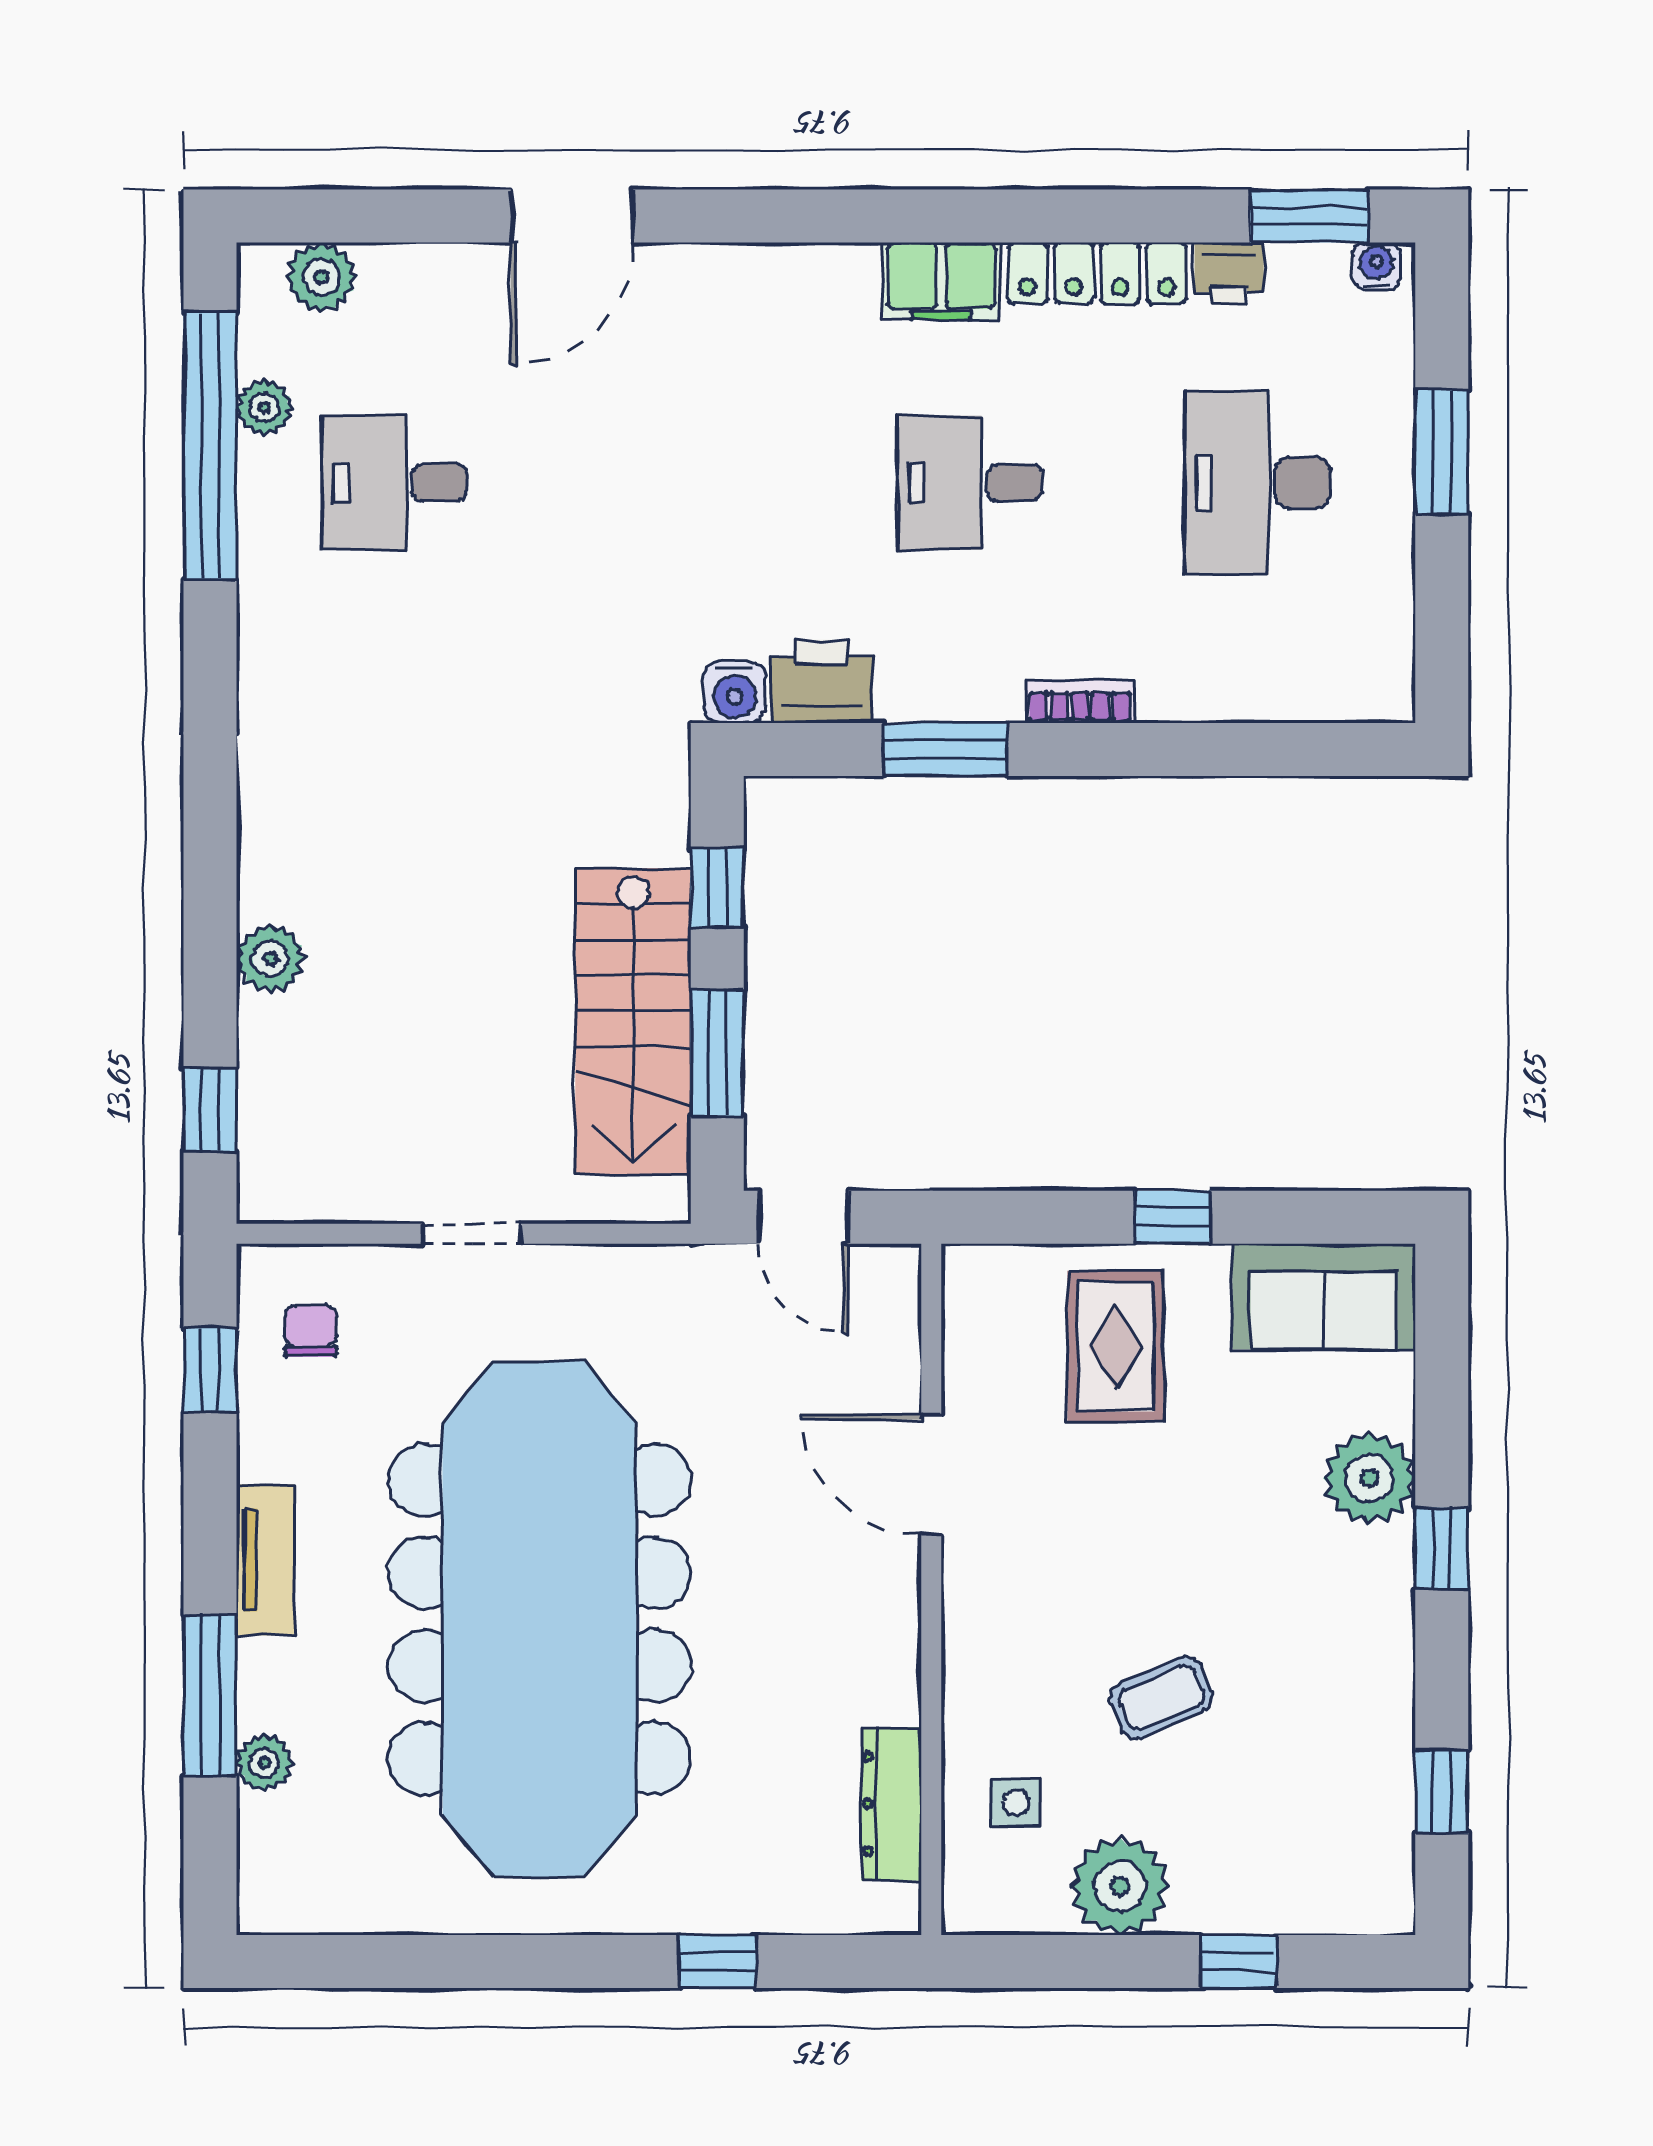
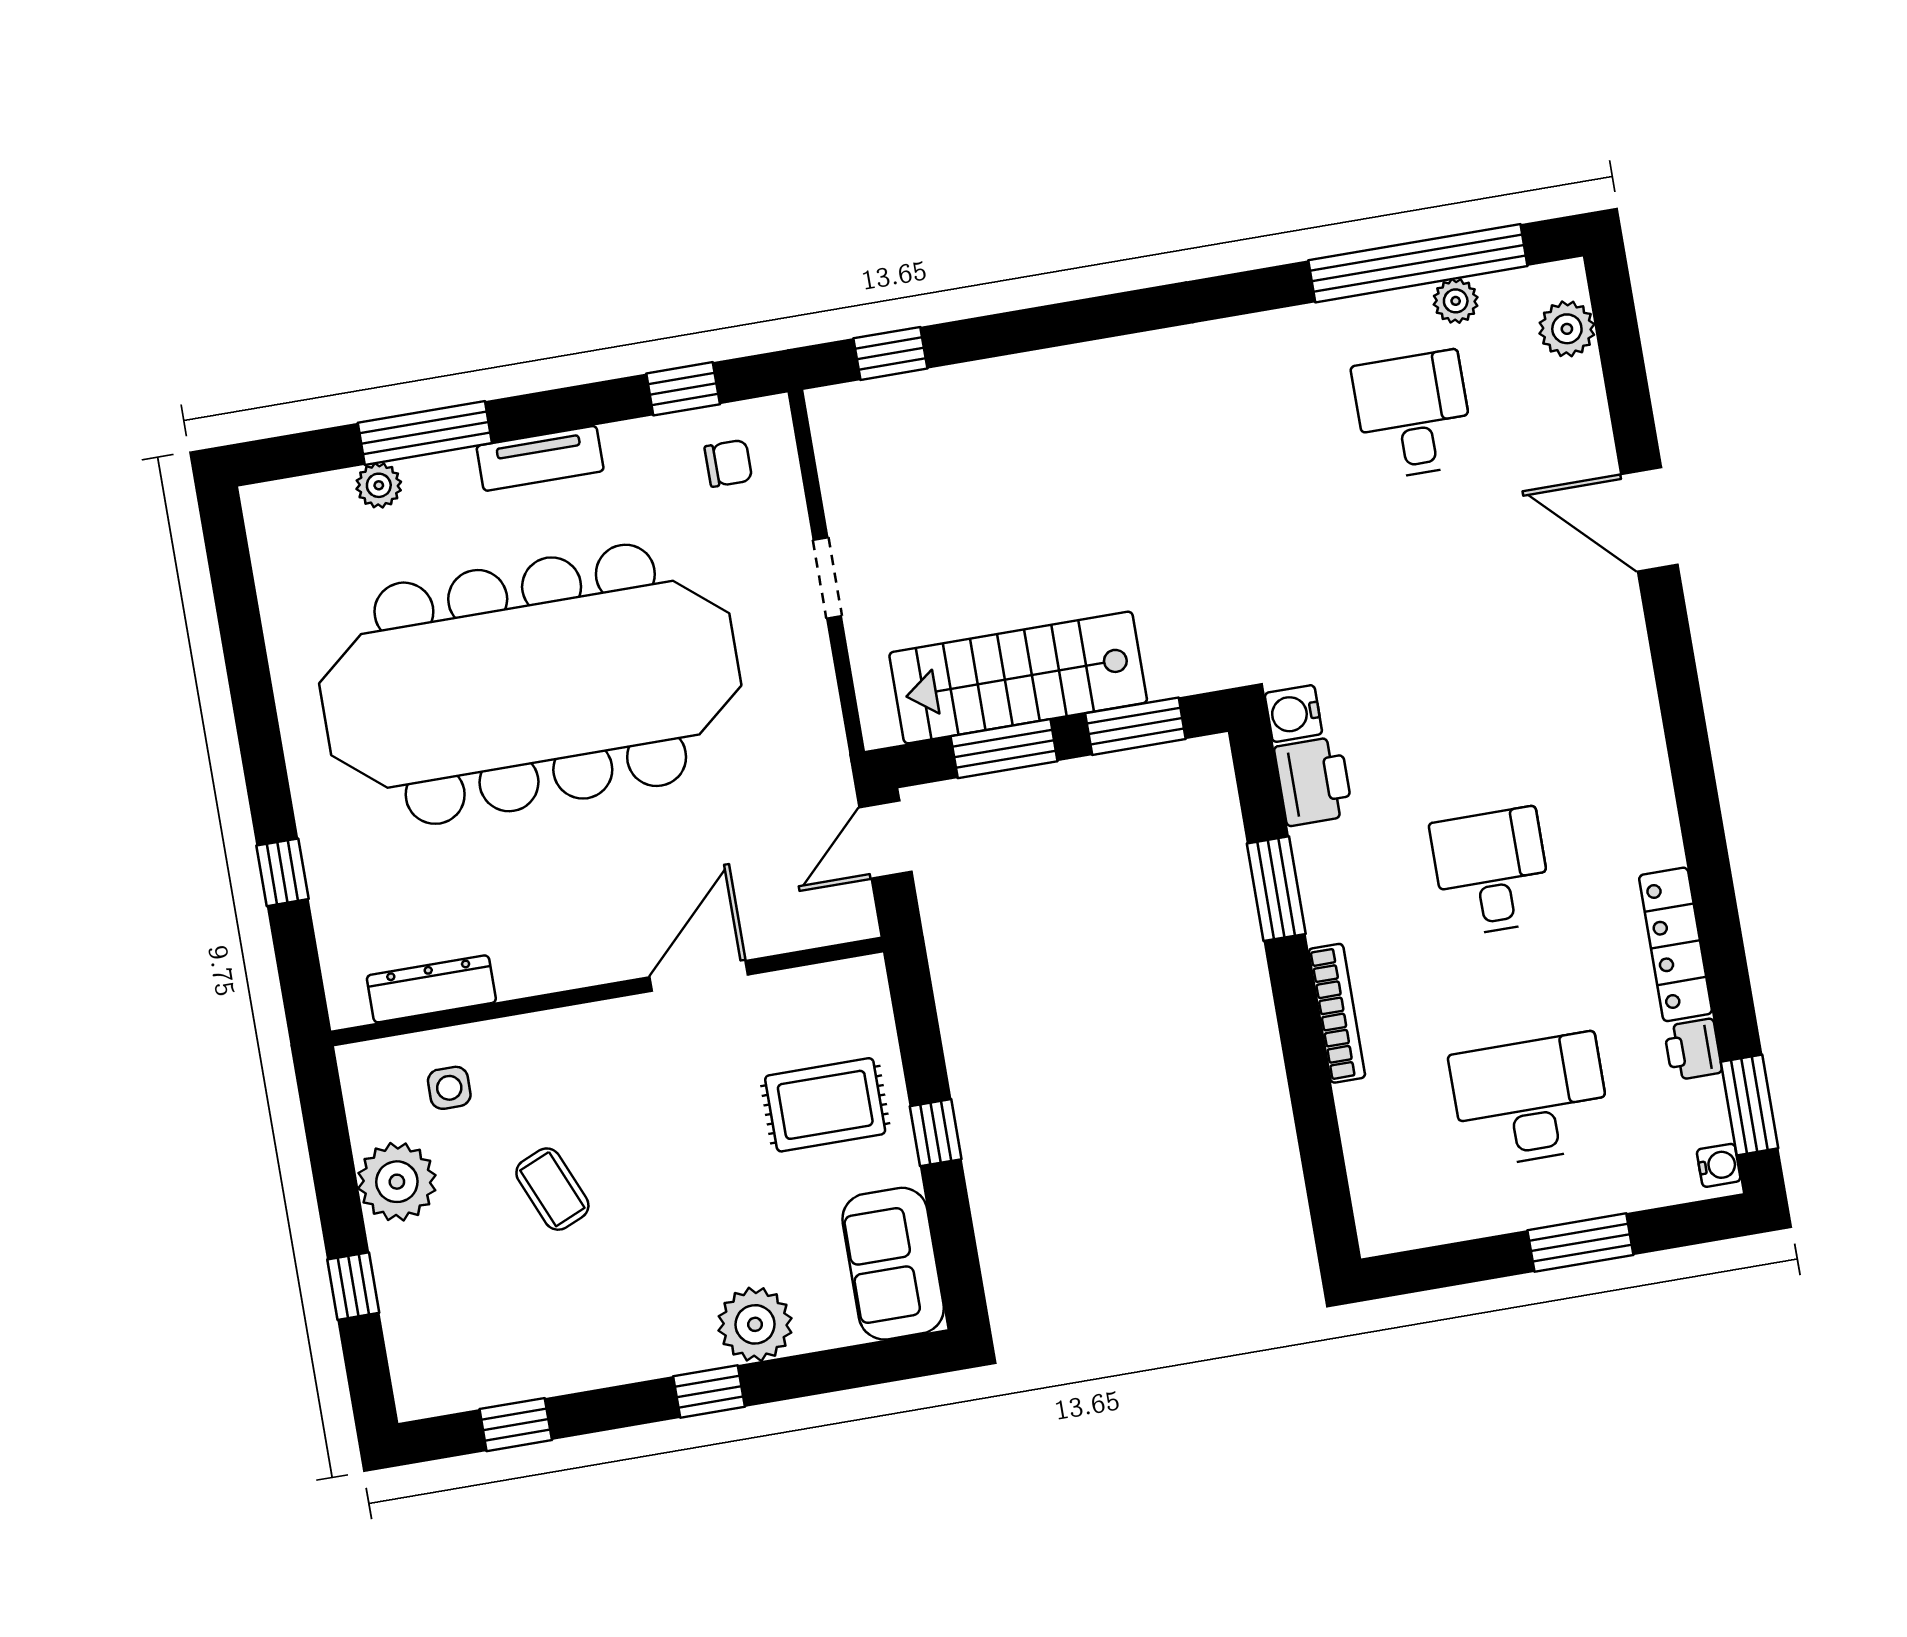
filing cabinet: (941, 281) -> (1648, 822), removed
bookcase: (1080, 702) -> (1337, 1013), width x1.56
window: (717, 888) -> (1135, 726), width x1.50
plant: (270, 959) -> (1018, 381), removed

